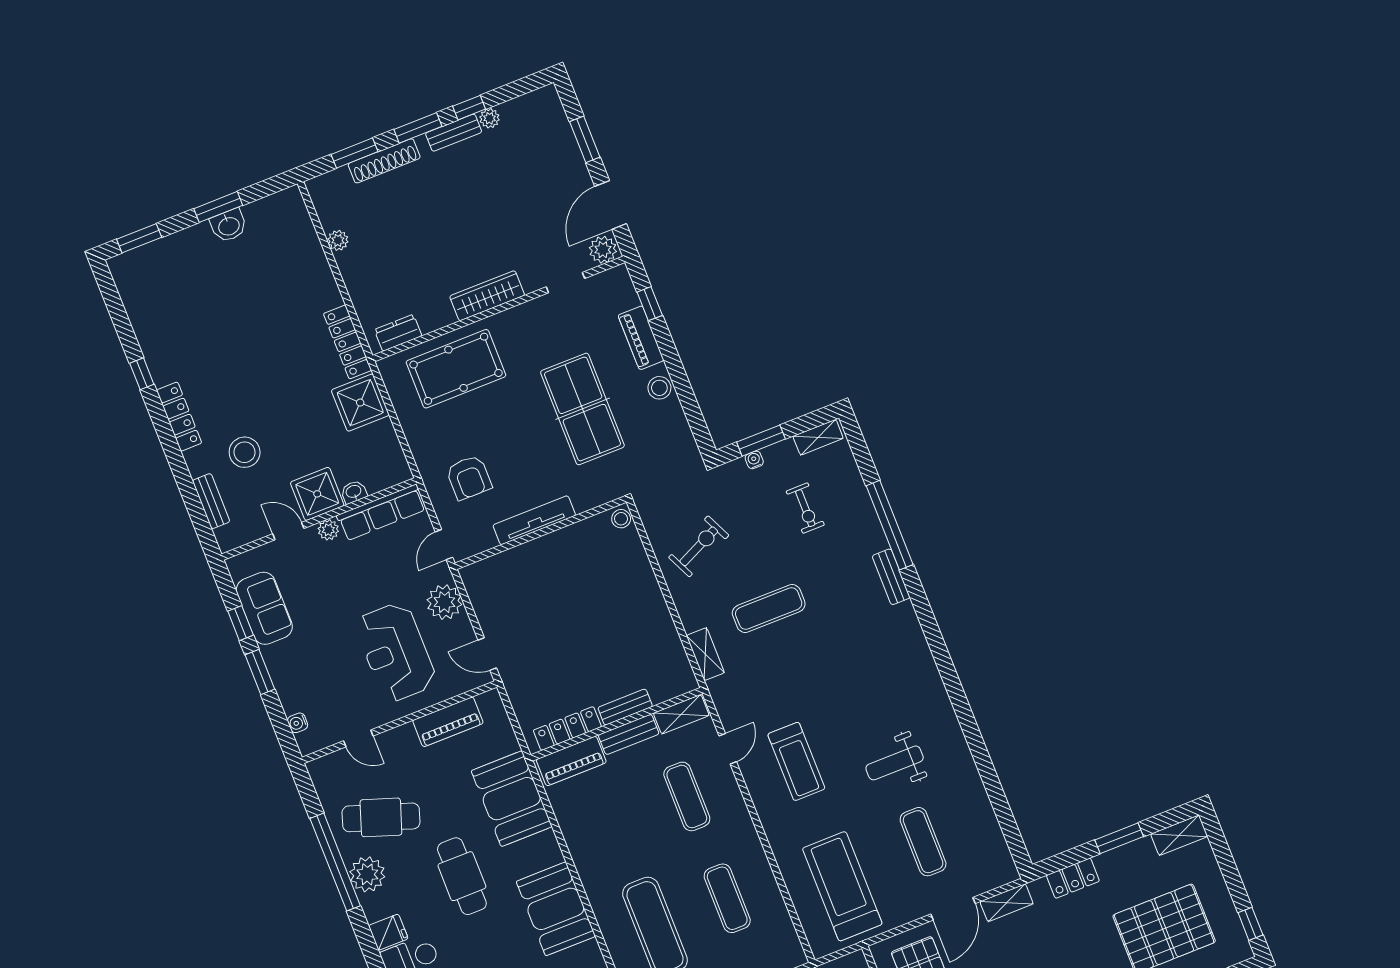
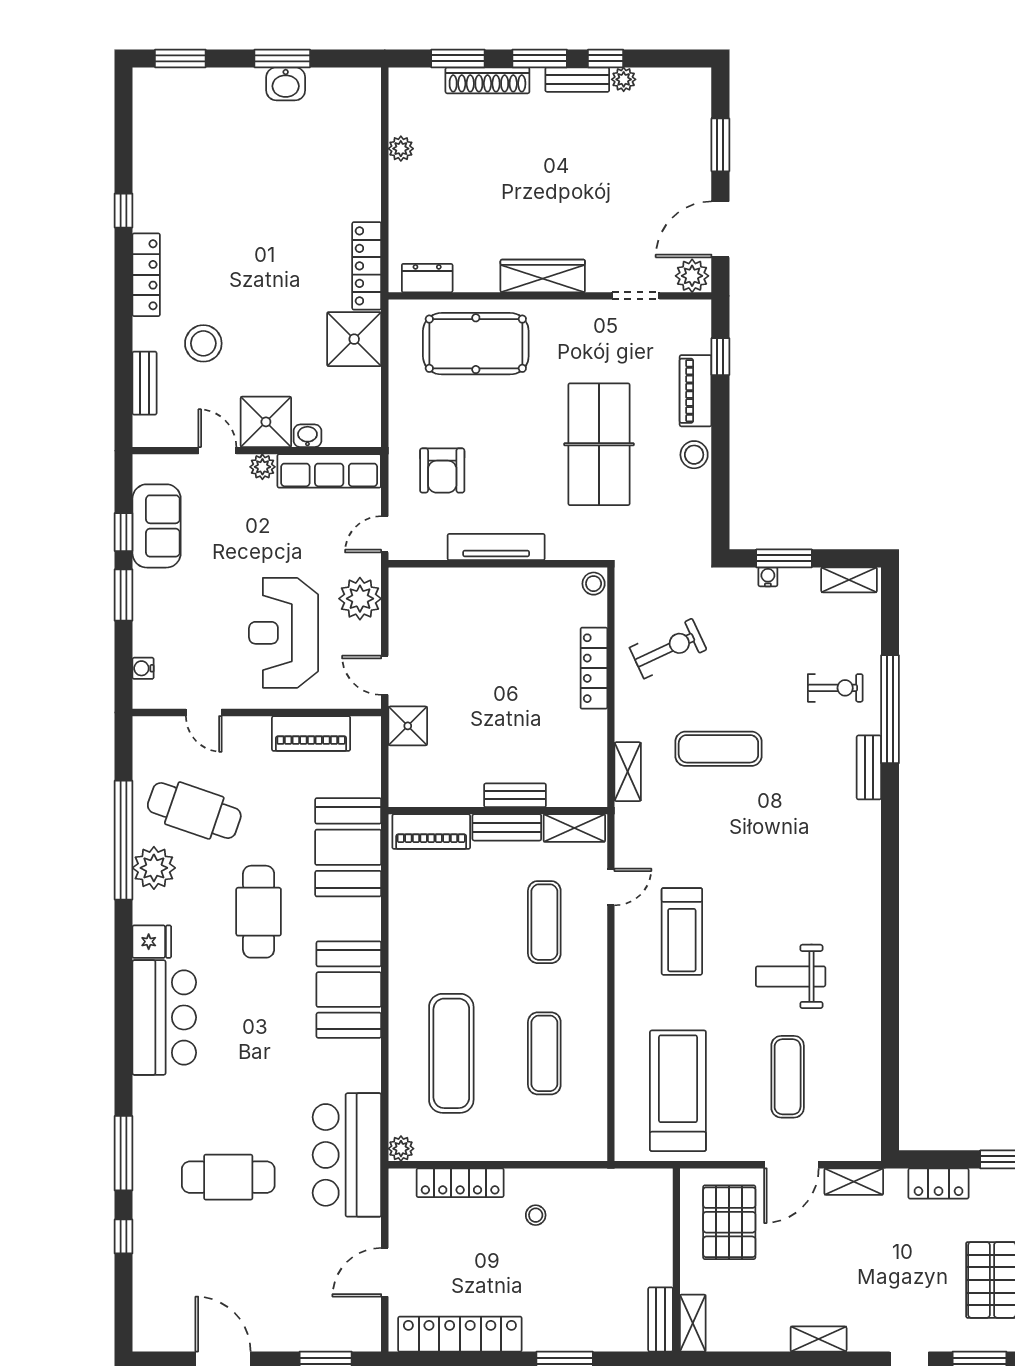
exercise bike: (805, 508) -> (835, 688), moved, turned -90
shower: (521, 686) -> (408, 726), added
locker: (567, 729) -> (594, 668), moved, turned -90

